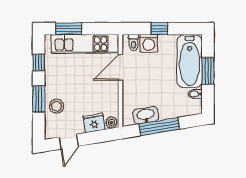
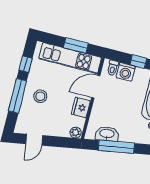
window: (69, 29) -> (76, 45), moved
window: (39, 99) -> (17, 96), width x1.44
stool: (57, 106) -> (40, 96), moved
fridge: (94, 123) -> (81, 108), moved, turned -81

